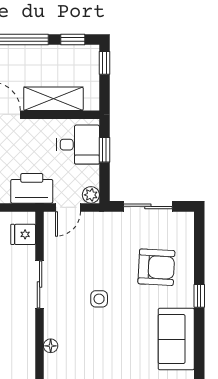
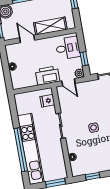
window: (104, 150) -> (84, 59), moved
door: (68, 207) -> (68, 82), hinge flipped

